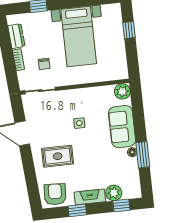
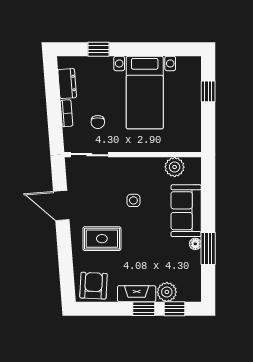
plant: (122, 91) -> (175, 167), moved
window: (77, 210) -> (144, 309), moved

